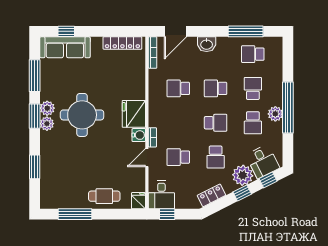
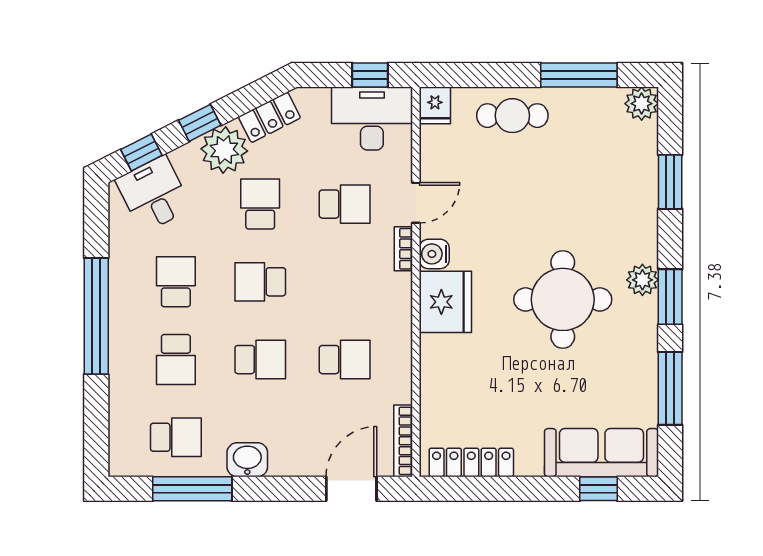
washbasin: (207, 44) -> (247, 460), moved
plant: (47, 108) -> (642, 104), moved
plant: (275, 114) -> (125, 302), removed
plant: (243, 175) -> (224, 150), moved
desk: (161, 195) -> (372, 118), width x1.37

